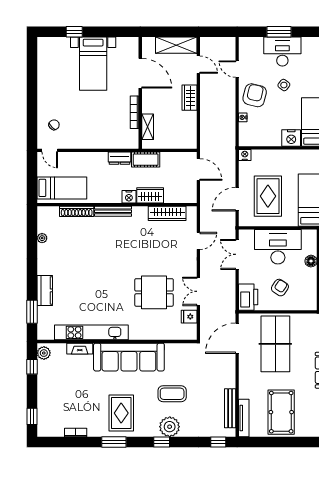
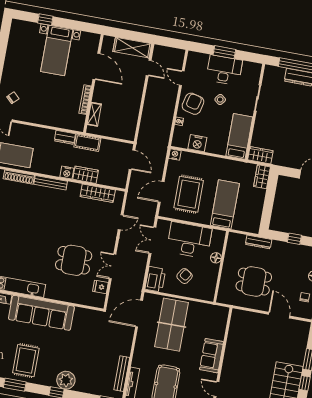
wardrobe: (189, 98) -> (136, 96), removed
nightstand: (291, 138) -> (197, 143), moved
coffee table: (172, 394) -> (73, 352), removed

